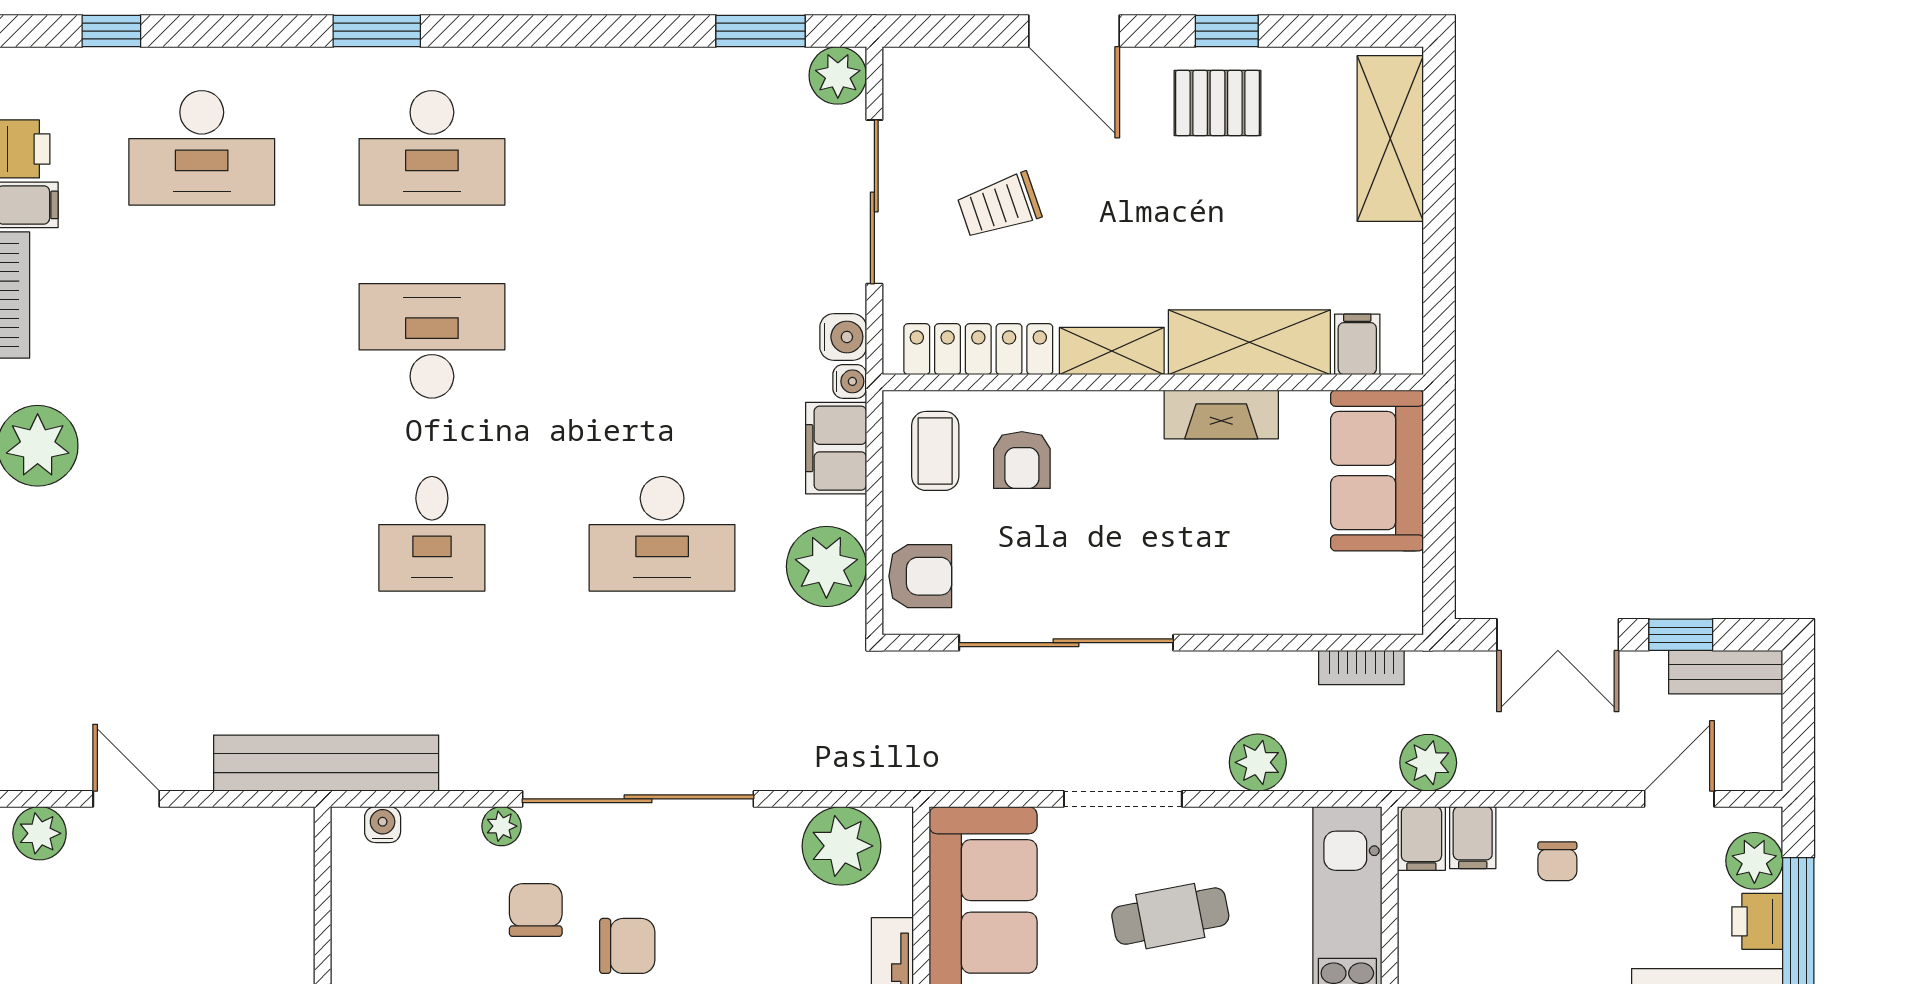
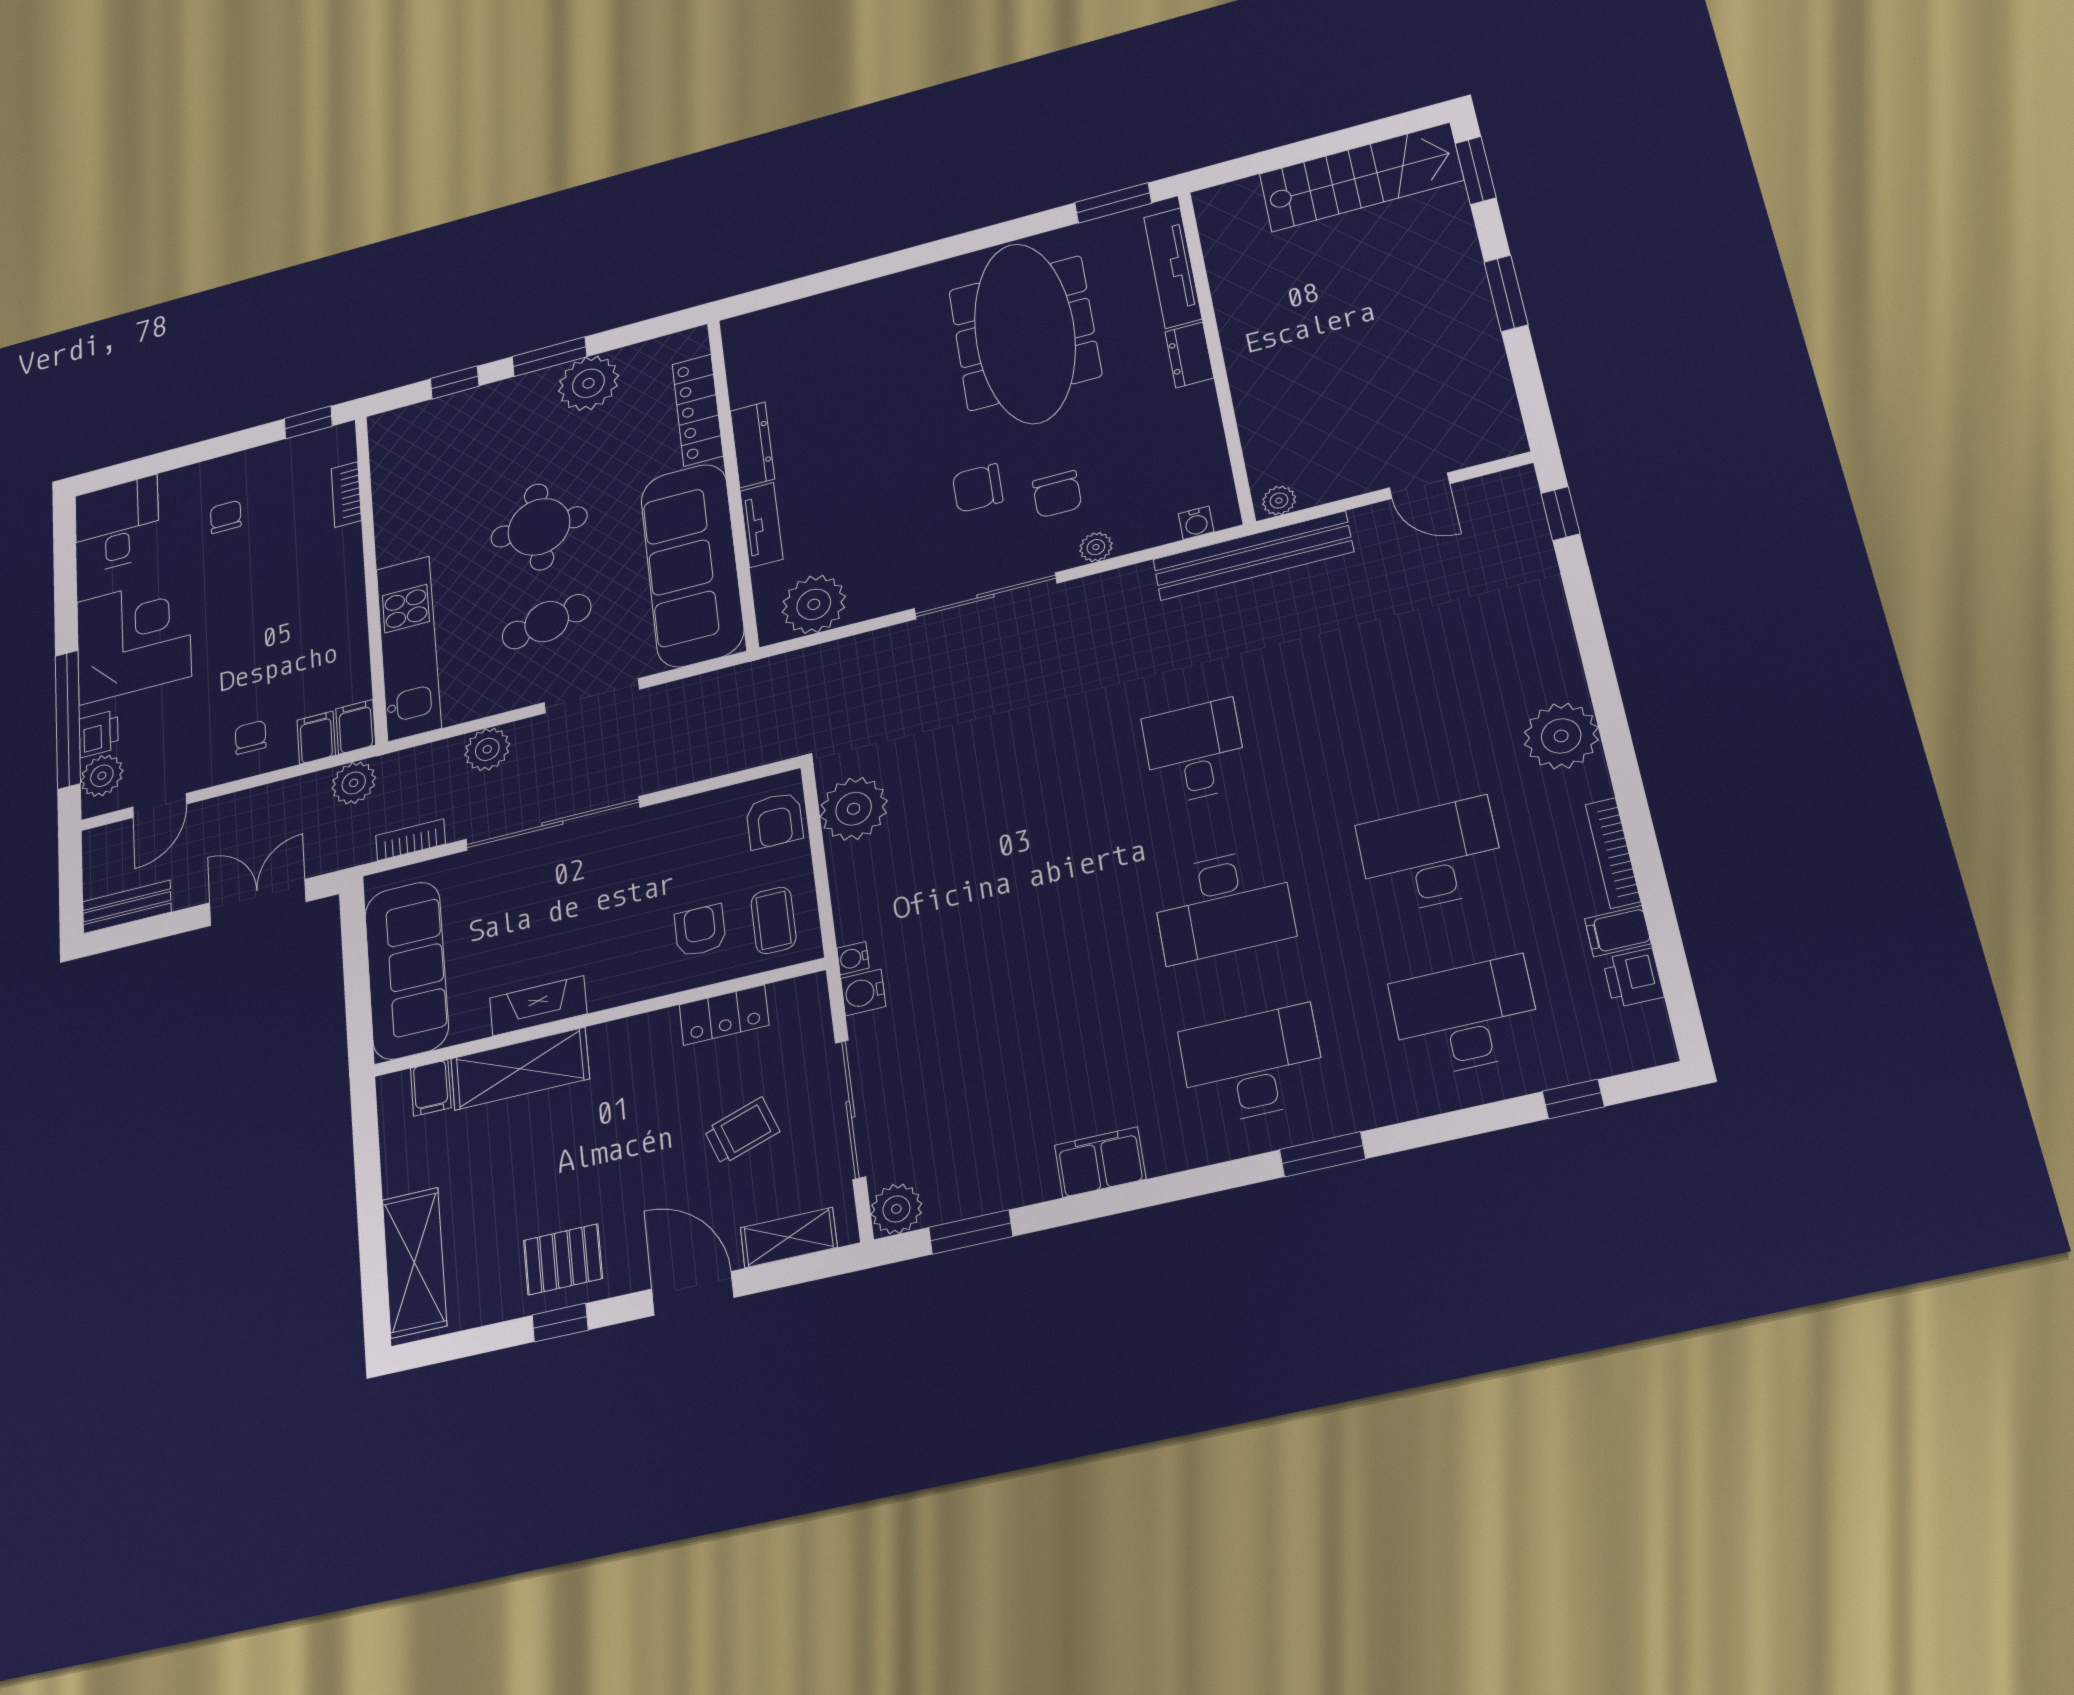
locker: (978, 349) -> (724, 1015), width x0.66
shelving: (1112, 351) -> (789, 1237), moved
filing cabinet: (836, 448) -> (1100, 1162), moved, turned -90
sofa: (1377, 471) -> (407, 970), width x1.36
desk: (662, 534) -> (1431, 856), moved
armchair: (920, 576) -> (774, 820), turned -90
window: (1681, 635) -> (162, 926), removed
sliding door: (1066, 643) -> (552, 823), moved
sliding door: (638, 799) -> (985, 596), width x0.73
plant: (40, 833) -> (1279, 501), moved, width x0.73, depth x0.73

